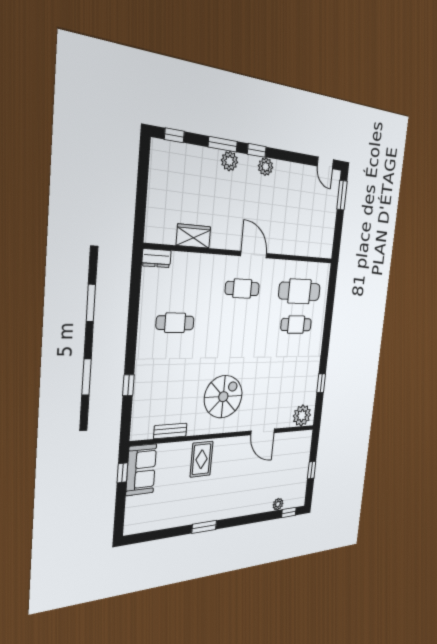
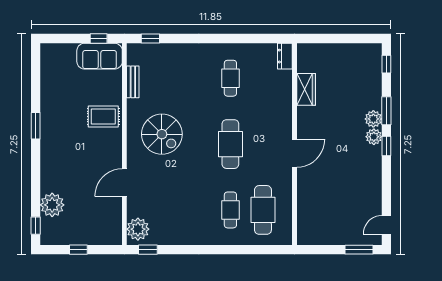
plant: (266, 167) -> (374, 137), moved
cafe table: (242, 289) -> (230, 144), moved, width x1.37, depth x1.35
window: (321, 383) -> (148, 250), moved
window: (128, 385) -> (150, 39), moved
plant: (278, 504) -> (52, 205), width x1.88, depth x1.88

